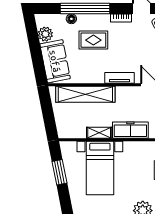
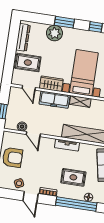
tv unit: (119, 78) -> (67, 145), moved
wardrobe: (137, 149) -> (51, 84), added

